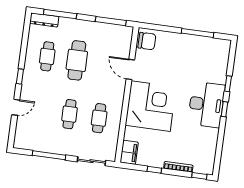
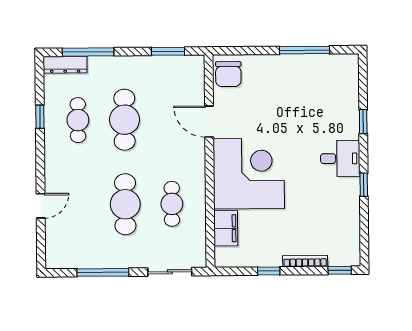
window: (111, 21) -> (168, 51), width x0.69
chair: (147, 41) -> (228, 74), turned 90
window: (20, 76) -> (40, 117), moved
desk: (206, 104) -> (340, 159), width x0.53, depth x0.77
window: (225, 109) -> (364, 185), moved
cafe table: (69, 114) -> (125, 204), width x1.37, depth x1.35
filing cabinet: (129, 152) -> (226, 228), moved

